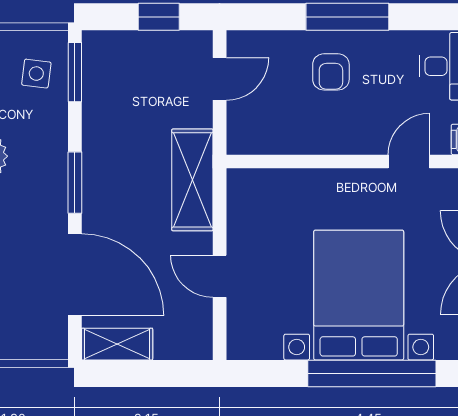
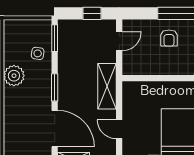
side table: (36, 74) -> (38, 53), moved

